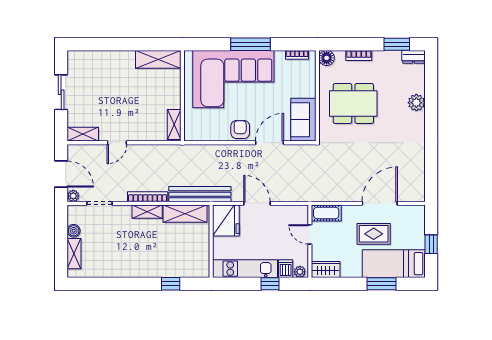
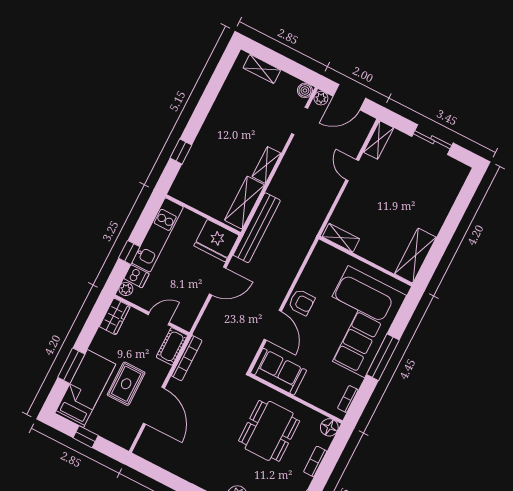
bookcase: (148, 197) -> (187, 358), moved
boiler: (74, 231) -> (305, 90), moved

